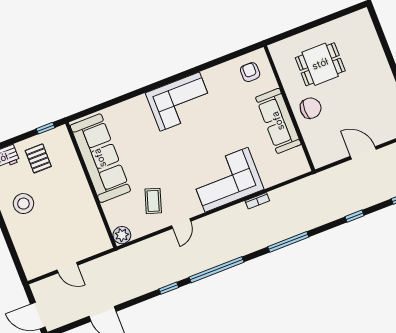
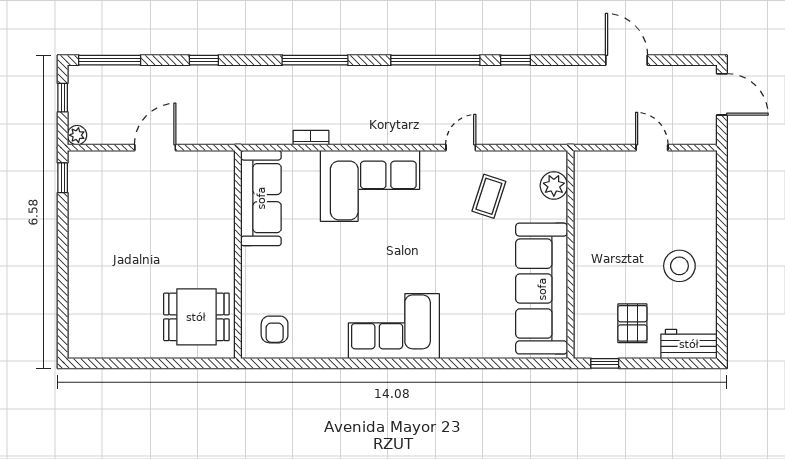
dining table: (320, 64) -> (196, 317), moved
chair: (311, 108) -> (207, 243), removed
sofa: (278, 121) -> (261, 198), moved
door: (363, 153) -> (155, 148), swing flipped
bookcase: (257, 201) -> (311, 138), moved
plant: (122, 235) -> (554, 186), moved

